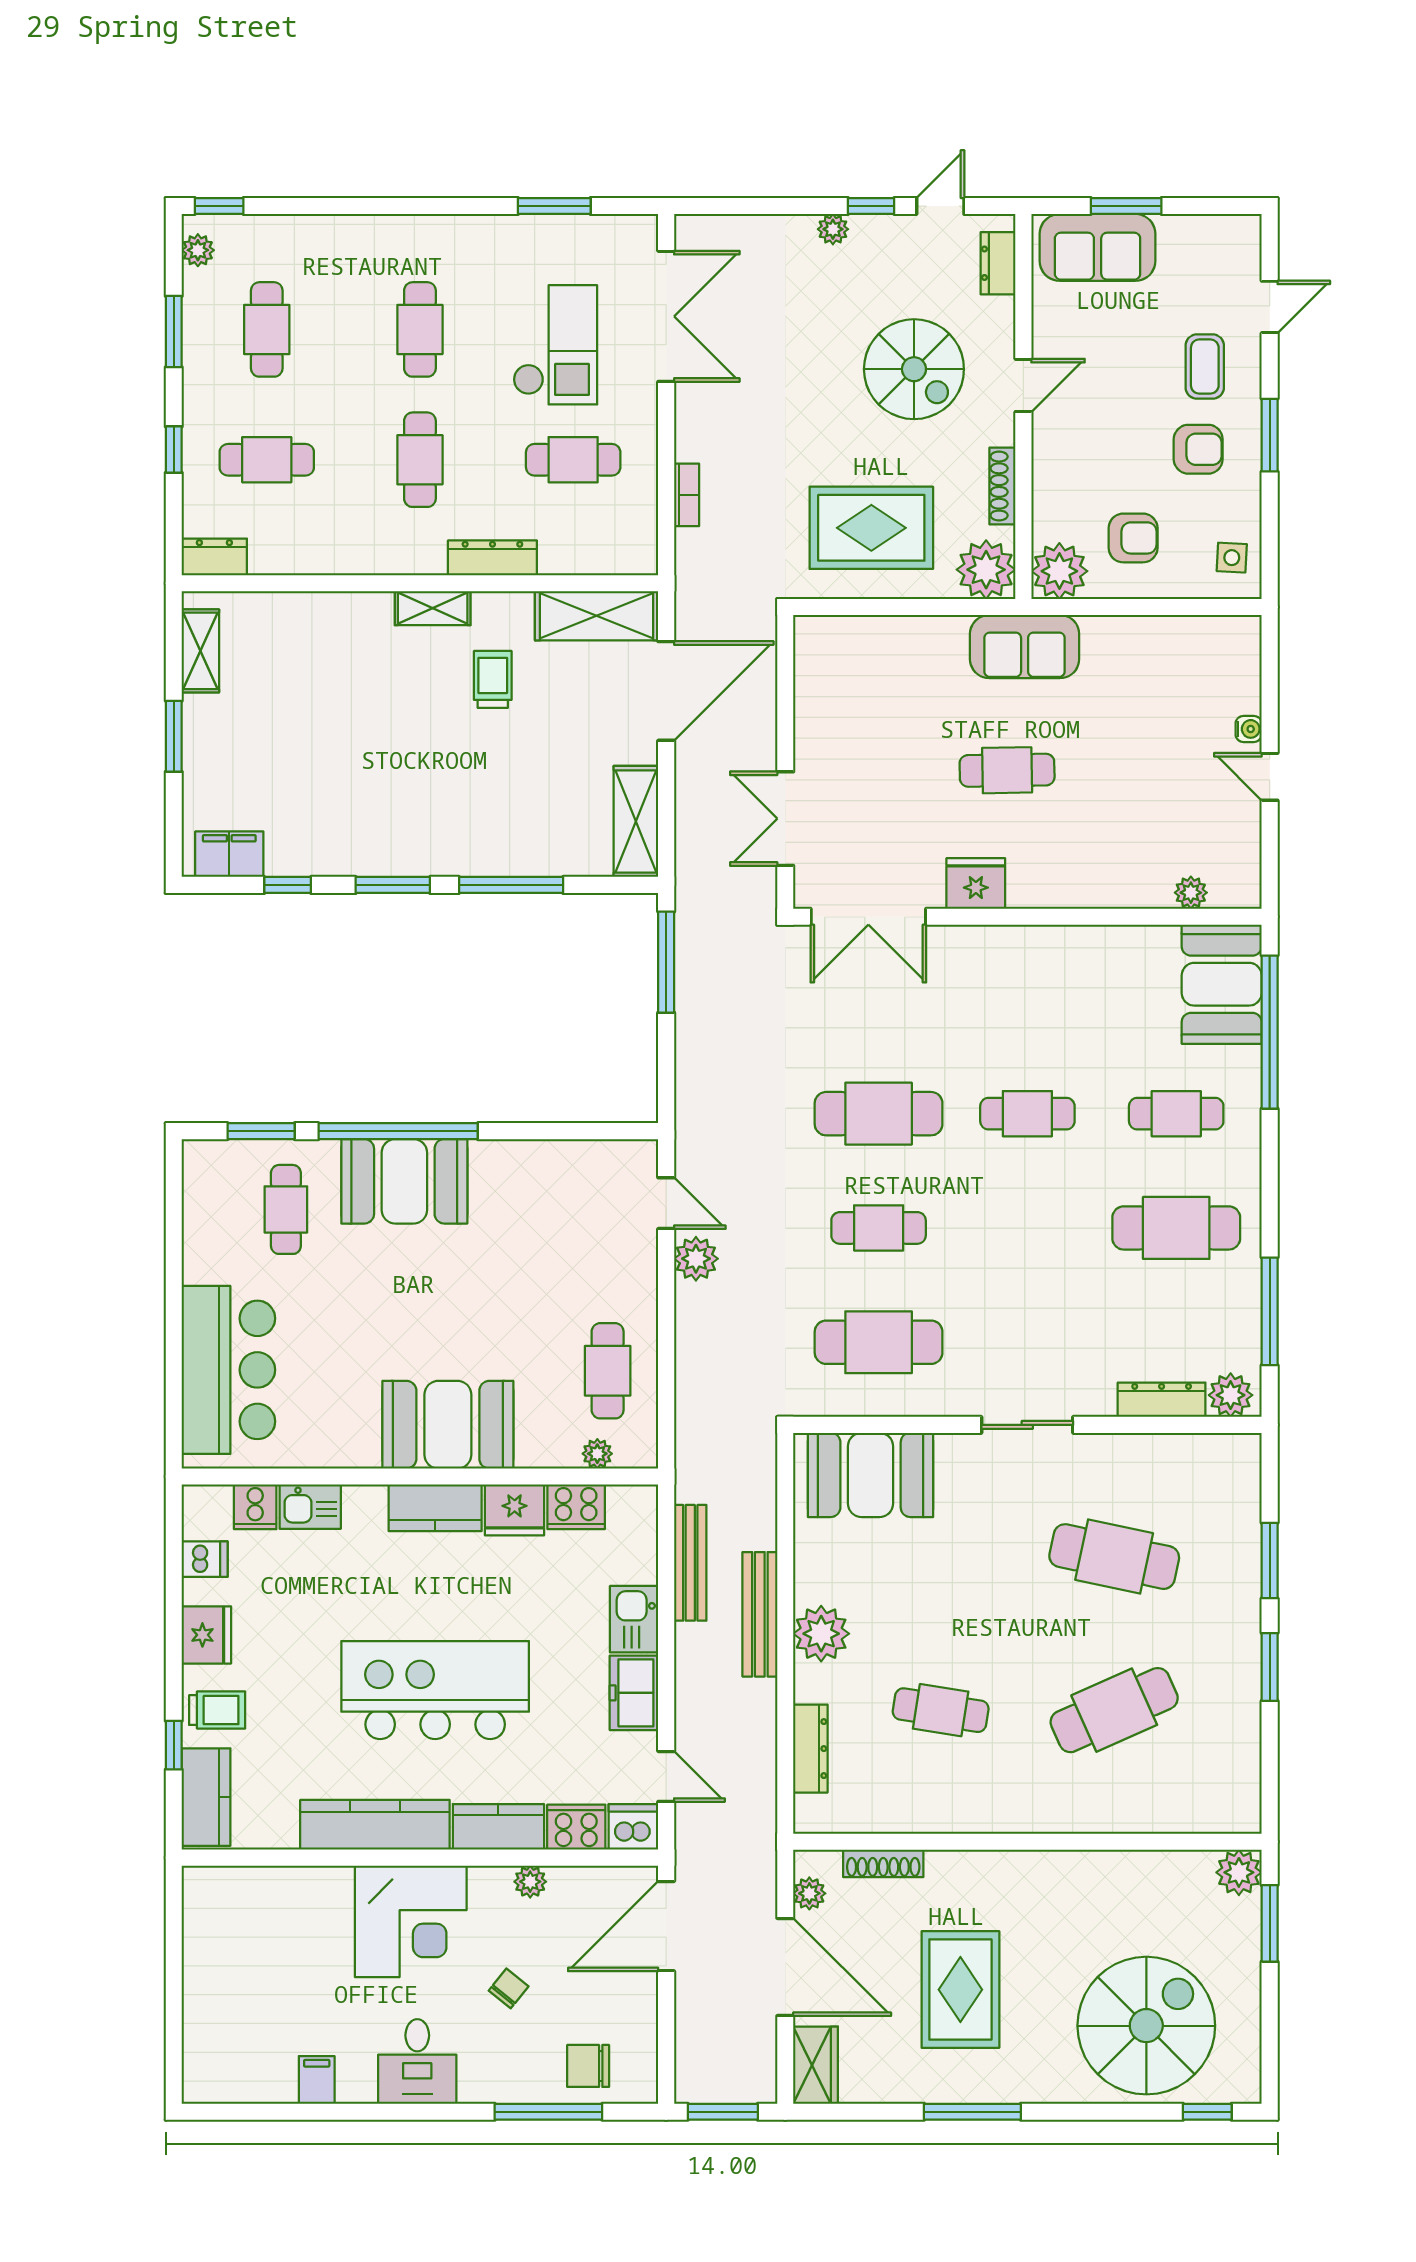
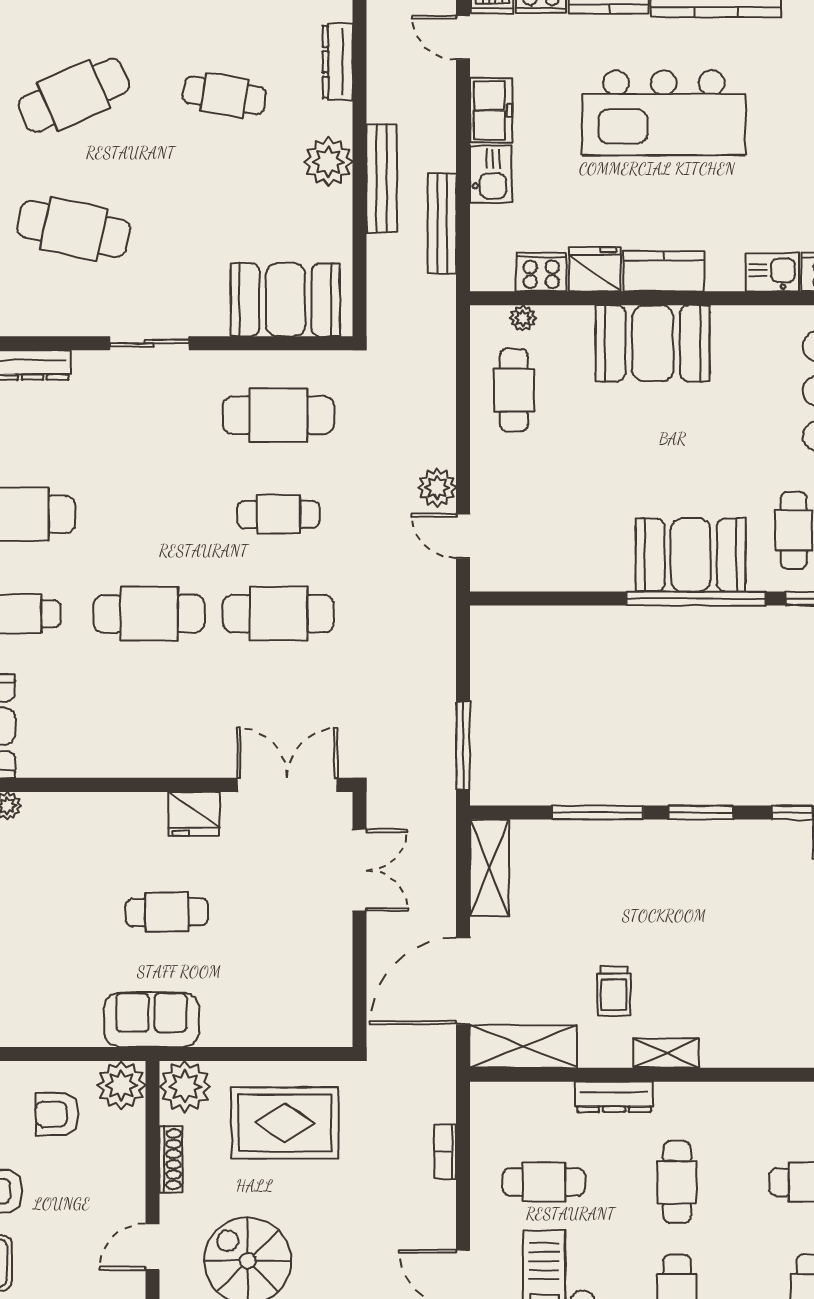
cafe table: (1027, 1114) -> (149, 614), width x1.37, depth x1.35

